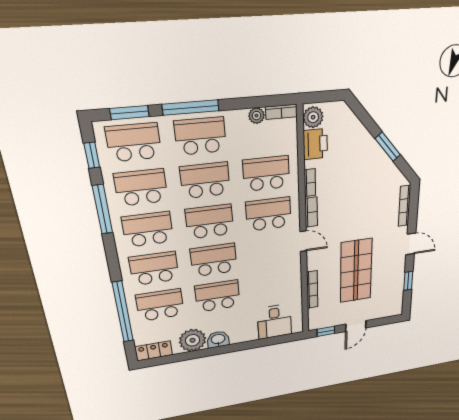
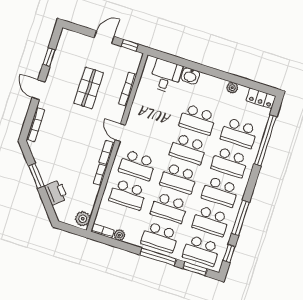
printer: (315, 144) -> (56, 192), moved, turned 140
shop shelf: (356, 271) -> (89, 88), width x0.70, depth x0.74
washbasin: (218, 339) -> (190, 76), moved
plant: (193, 340) -> (232, 88), width x0.53, depth x0.53

